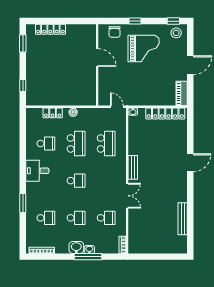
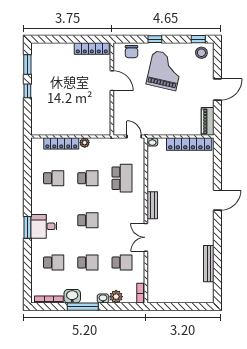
locker: (50, 29) -> (92, 48), moved
grand piano: (144, 49) -> (165, 70), turned -77
window: (23, 86) -> (27, 91), moved
locker: (53, 113) -> (61, 143), width x1.53
school desk: (76, 143) -> (88, 178), width x0.54
desk: (37, 171) -> (44, 226), moved
double door: (127, 196) -> (146, 237), swing flipped
window: (23, 203) -> (27, 227), moved
washbasin: (76, 247) -> (72, 296), moved
plant: (101, 248) -> (116, 297), added
window: (88, 257) -> (83, 307), moved

